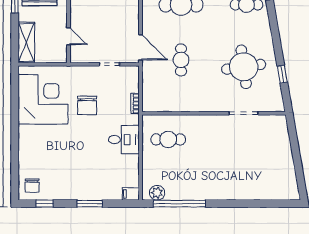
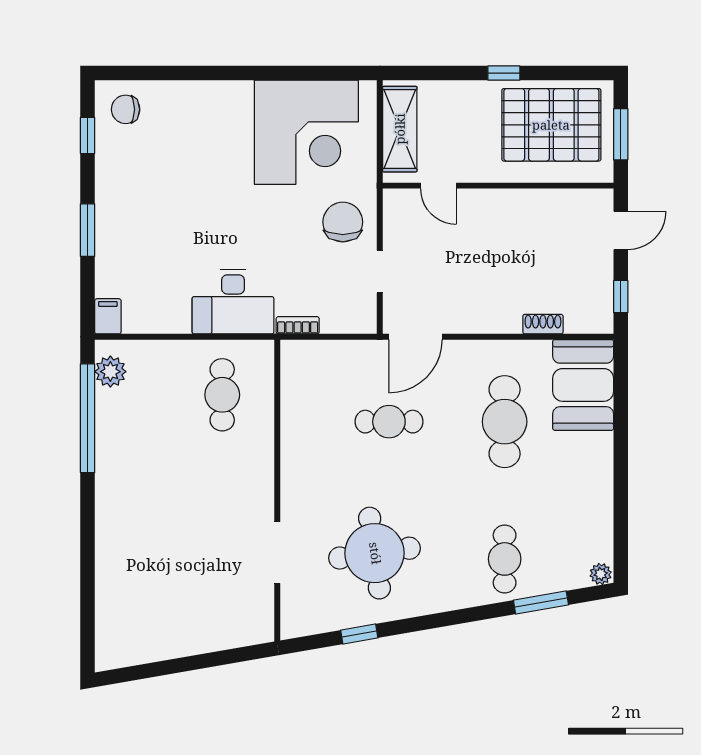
door: (68, 36) -> (438, 186), hinge flipped
shelving: (26, 43) -> (400, 129), moved, turned 90
chair: (87, 105) -> (343, 222), moved, turned 90
desk: (124, 140) -> (233, 302), width x1.37

